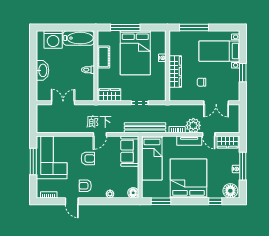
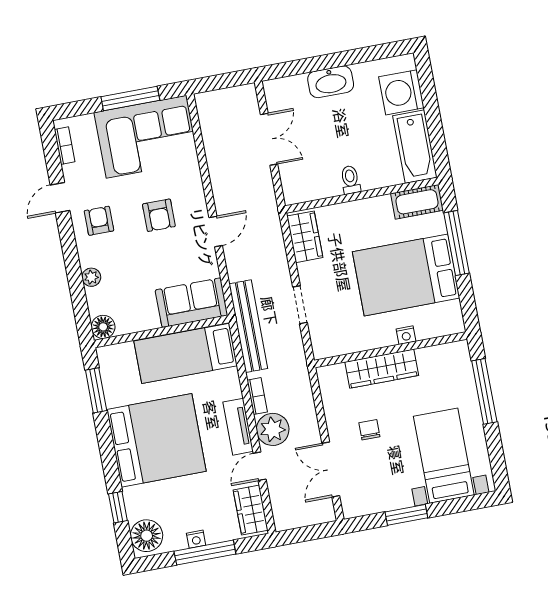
cot: (103, 57) -> (417, 202), moved
door: (100, 134) -> (216, 232), swing flipped

